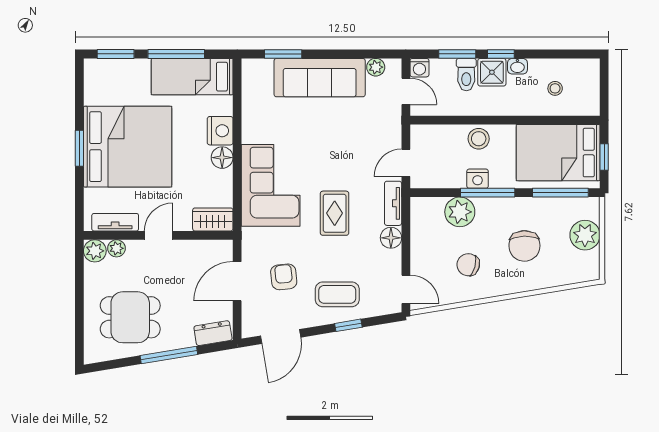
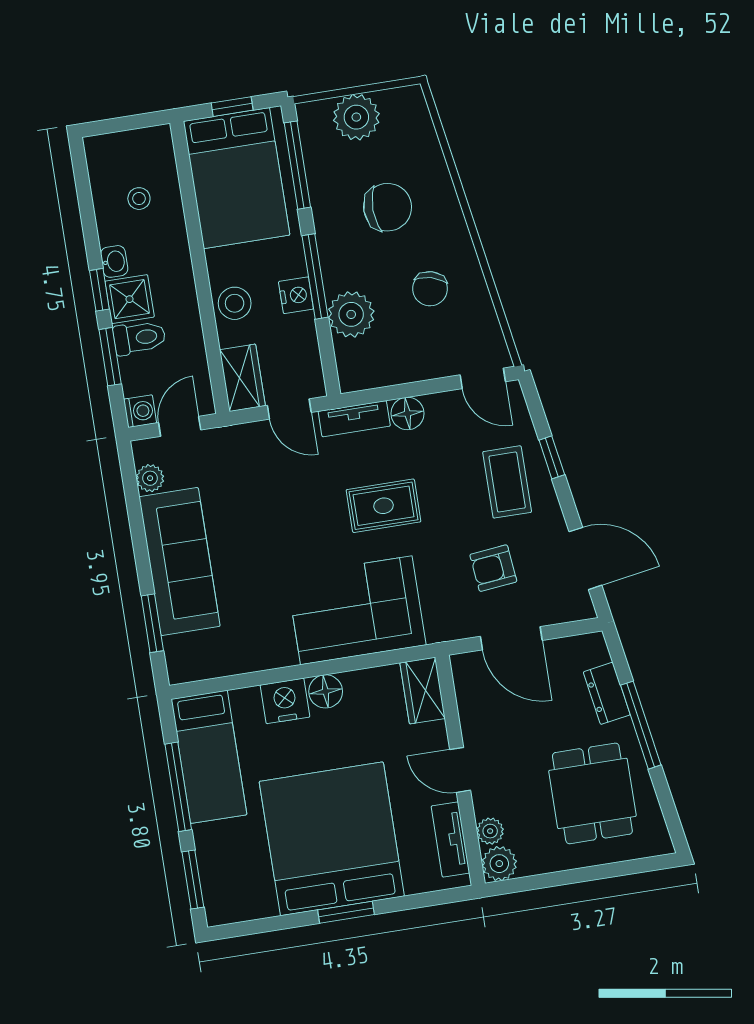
wardrobe: (430, 136) -> (242, 378), added
door: (406, 289) -> (483, 378), swing flipped
dresser: (213, 333) -> (607, 693), moved

